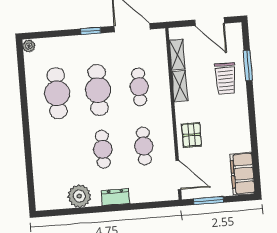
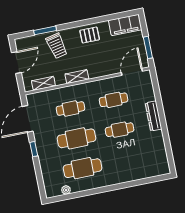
plant: (29, 46) -> (66, 190), moved
trolley: (225, 78) -> (57, 46), turned 77
shelving: (180, 86) -> (77, 77), moved
pallet: (192, 135) -> (90, 35), moved
plant: (79, 196) -> (156, 143), removed
dresser: (116, 197) -> (154, 116), width x1.44

